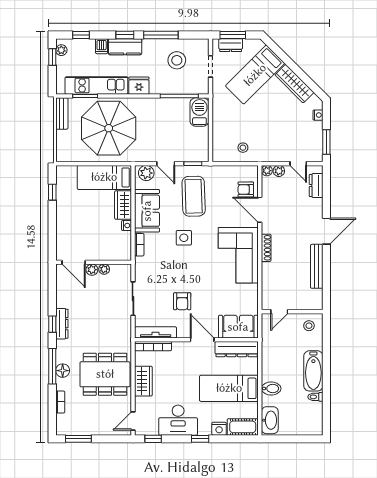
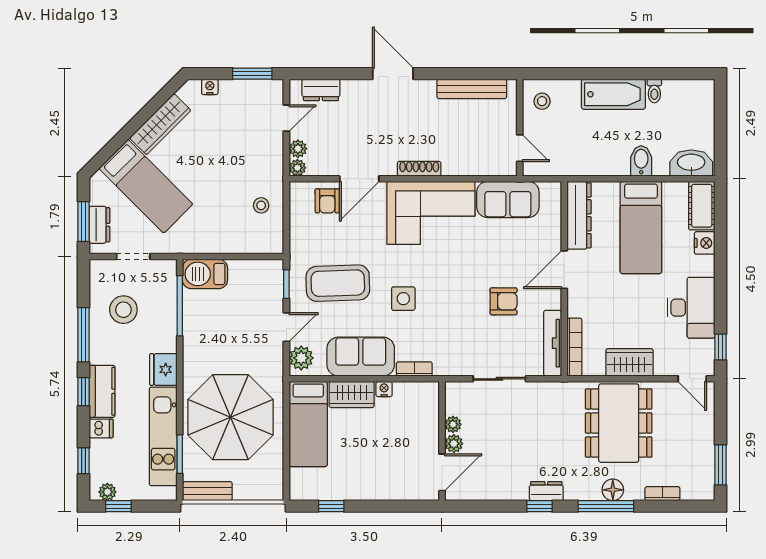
bench: (317, 266) -> (472, 89), moved
dresser: (62, 324) -> (546, 491), width x0.70
sofa: (238, 327) -> (508, 199), moved, turned -90
window: (200, 439) -> (720, 273), removed

